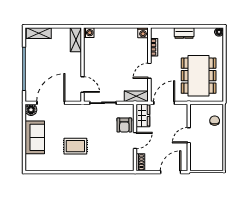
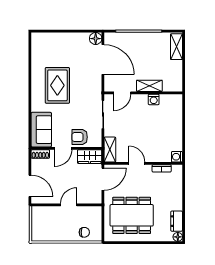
washing machine: (89, 33) -> (154, 99), moved
dresser: (184, 33) -> (177, 221), moved
shelving: (76, 40) -> (149, 86), moved
door: (164, 103) -> (103, 179), hinge flipped
door: (189, 135) -> (69, 205), hinge flipped
sofa: (35, 137) -> (41, 130), moved, turned -90
door: (135, 140) -> (63, 148), hinge flipped
rug: (75, 146) -> (57, 85), width x1.36, depth x1.43

